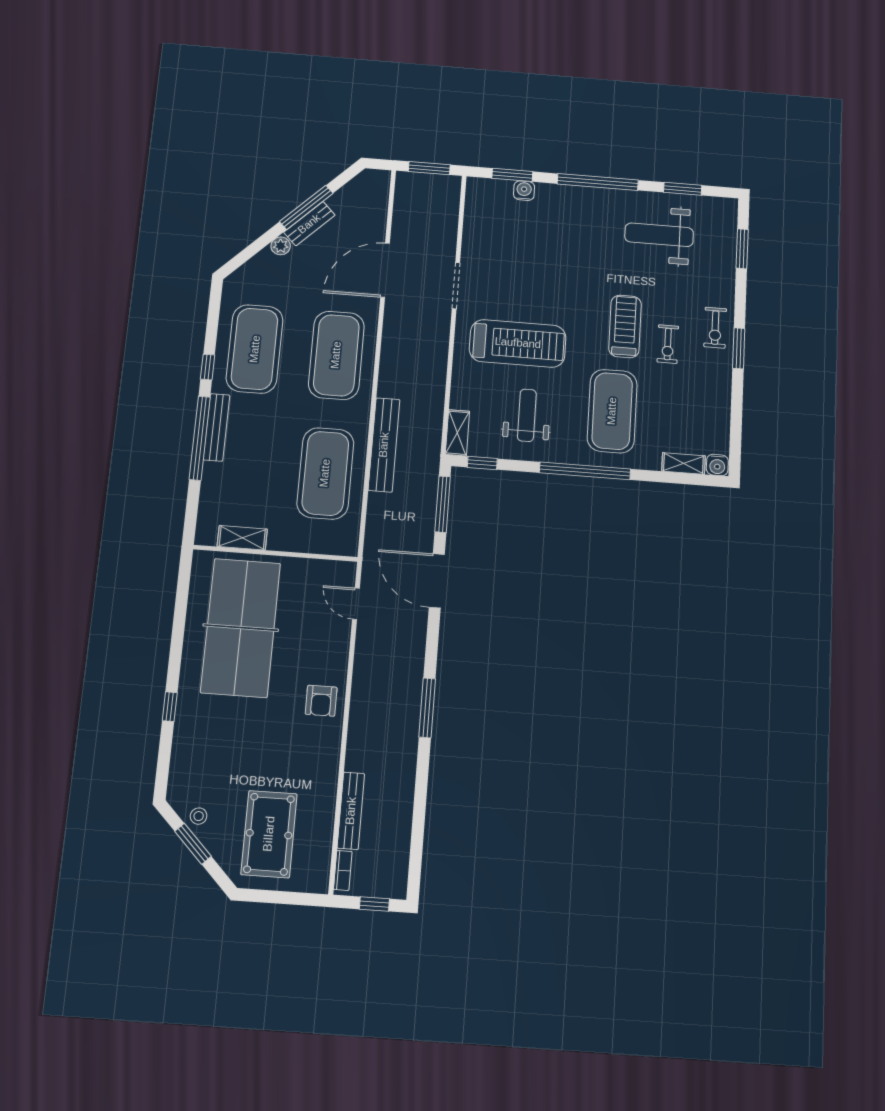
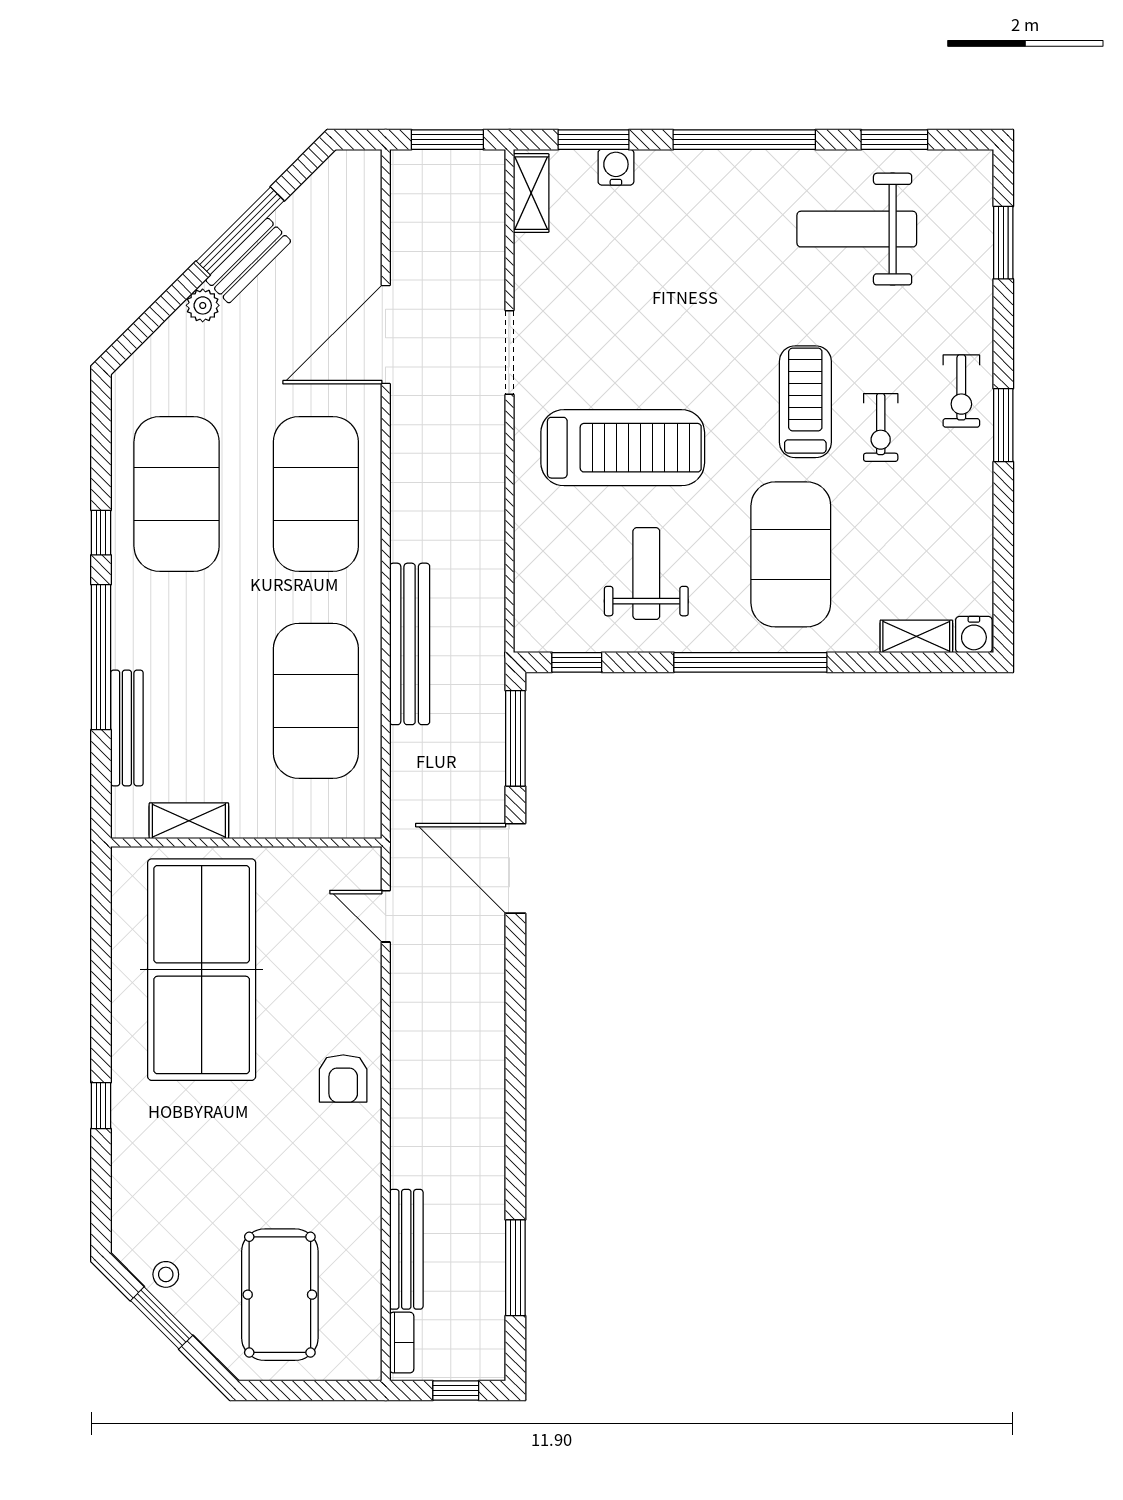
bench: (216, 427) -> (127, 728), moved
shelving: (457, 433) -> (531, 193), moved
window: (427, 708) -> (515, 1268), moved

